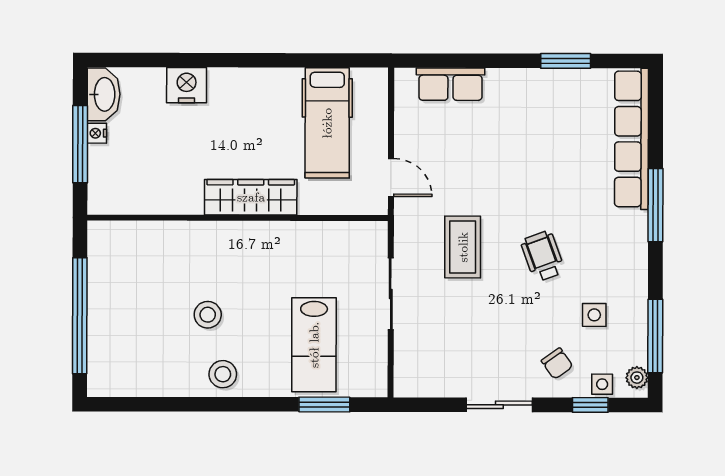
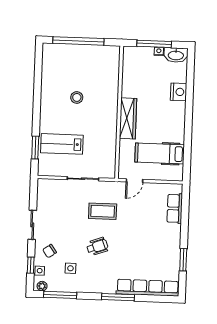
stool: (223, 374) -> (50, 103), removed

